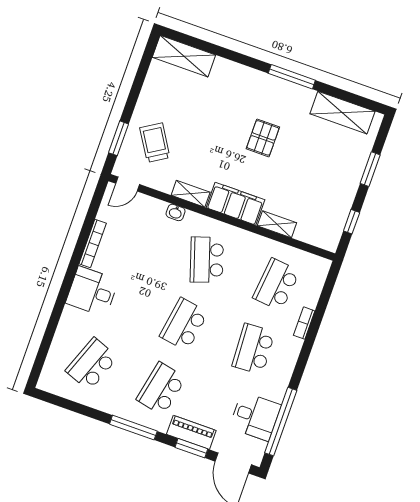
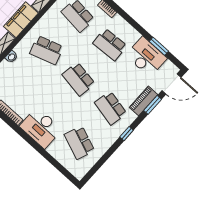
desk: (92, 291) -> (41, 128), width x1.37
desk: (255, 416) -> (146, 57), width x1.37
window: (281, 422) -> (159, 46), width x0.47
window: (133, 428) -> (127, 134), width x0.46

